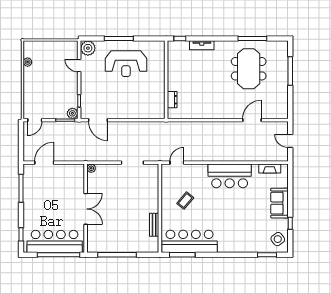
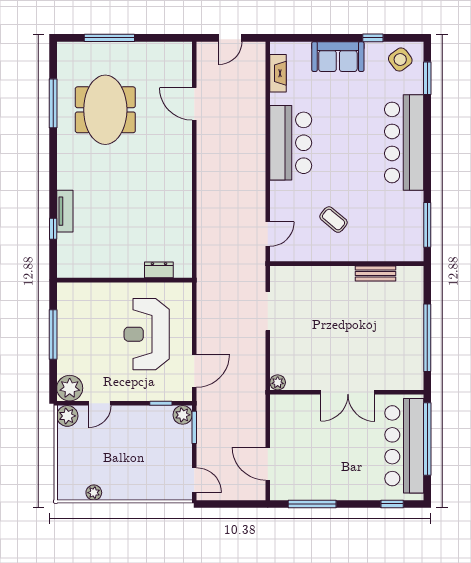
tv unit: (202, 45) -> (65, 211), moved
plant: (72, 47) -> (67, 416), added
reception desk: (126, 64) -> (147, 334), moved, turned 180
meeting table: (249, 69) -> (105, 110), turned 90
wall: (166, 80) -> (124, 280), moved
dresser: (172, 100) -> (159, 270), moved
door: (177, 163) -> (268, 234), swing flipped
double door: (86, 209) -> (348, 392), swing flipped
bar counter: (190, 241) -> (404, 142), moved

